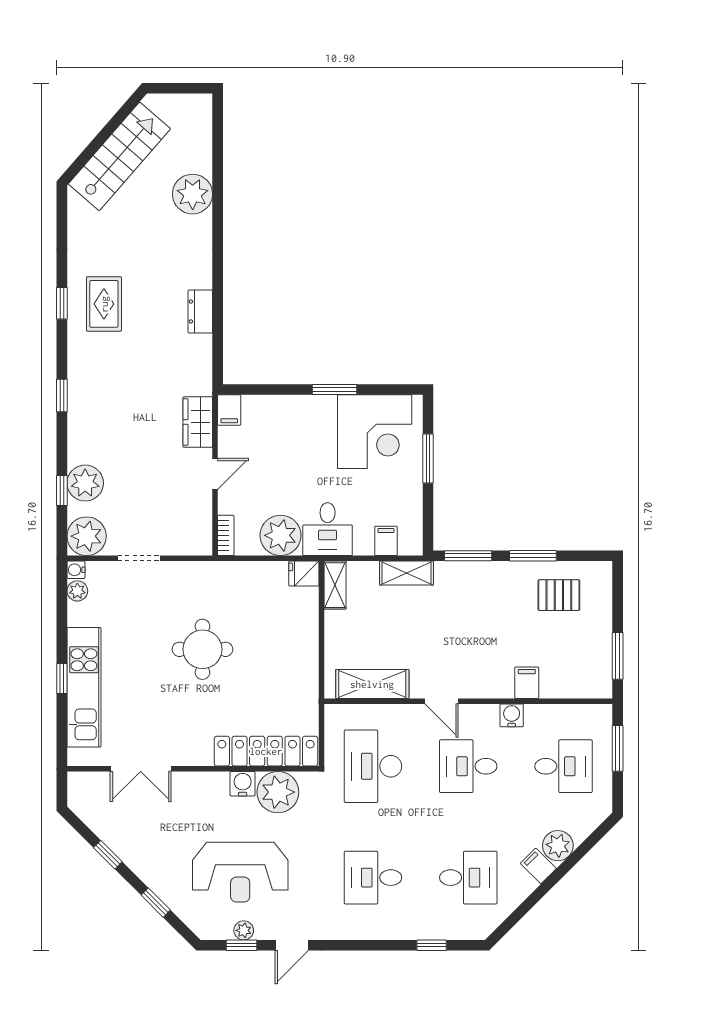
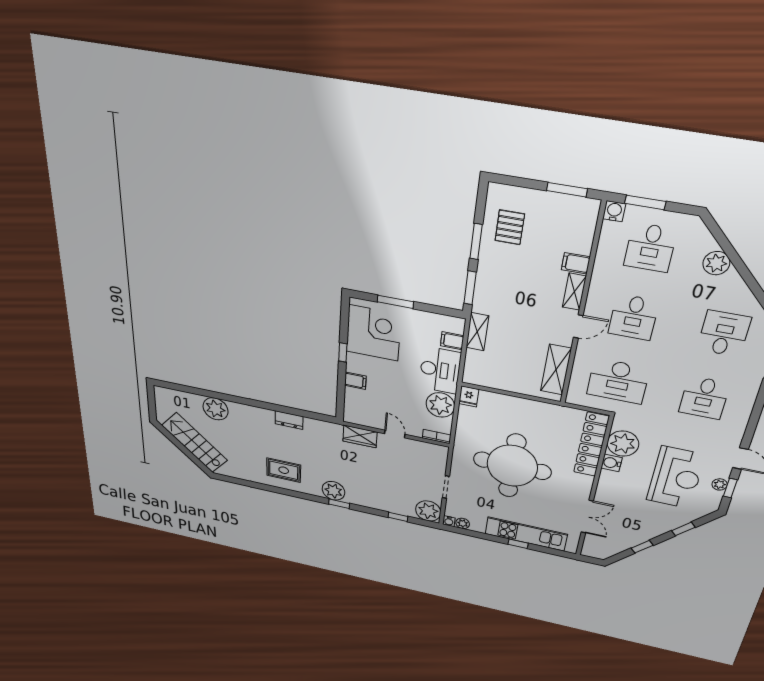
window: (62, 303) -> (283, 491), removed
window: (335, 390) -> (343, 352), width x0.67
filing cabinet: (229, 410) -> (355, 381), moved
plant: (85, 483) -> (333, 491), moved
desk: (328, 529) -> (440, 370), width x1.37
shelving: (335, 585) -> (574, 292), moved, turned 90
round table: (202, 649) -> (512, 466), width x1.86, depth x1.86
water cooler: (512, 715) -> (614, 211), moved, turned 90
desk: (564, 766) -> (650, 247), turned 180
filing cabinet: (538, 866) -> (729, 281), removed

